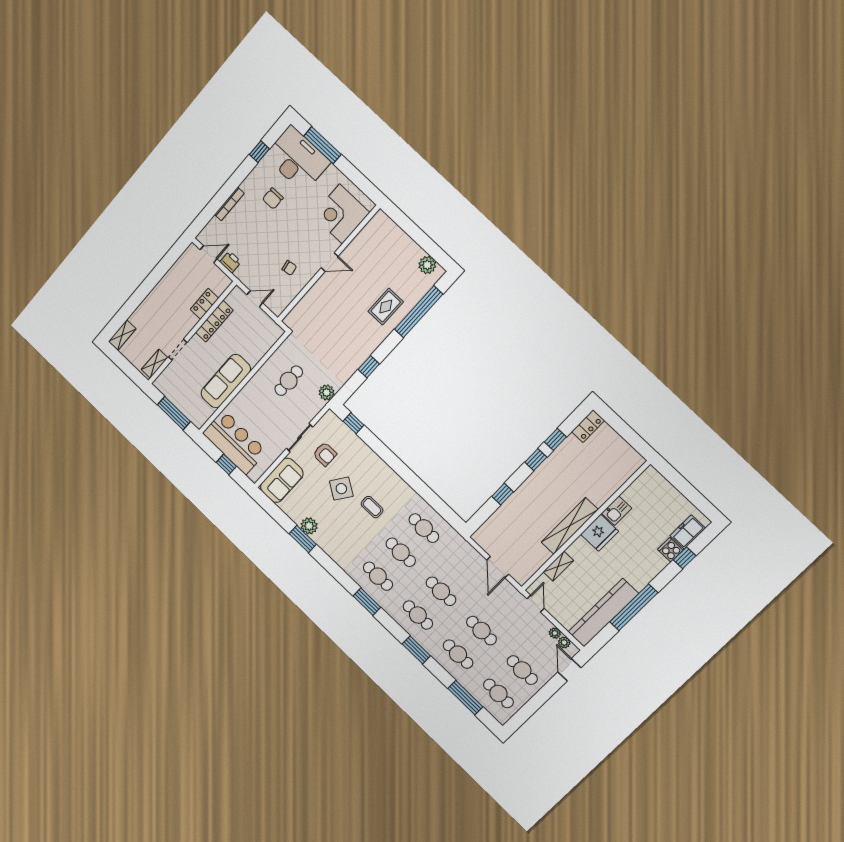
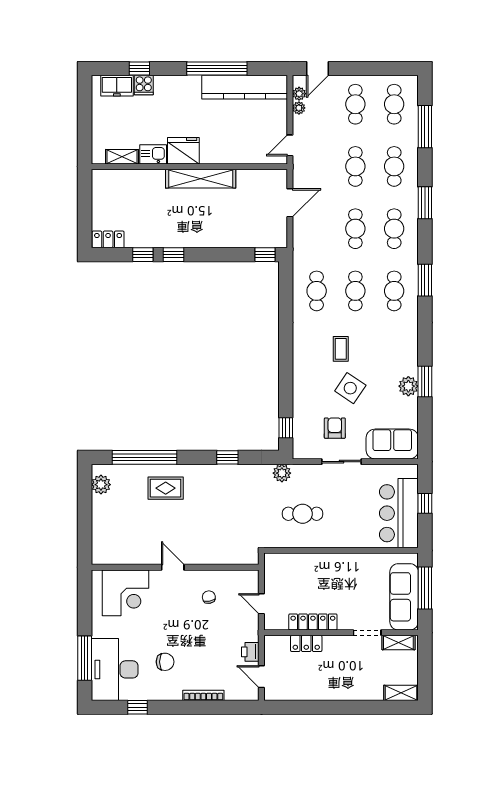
sofa: (226, 381) -> (404, 597), moved, turned 90
window: (503, 494) -> (265, 255), moved
shelving: (558, 566) -> (122, 157), moved

